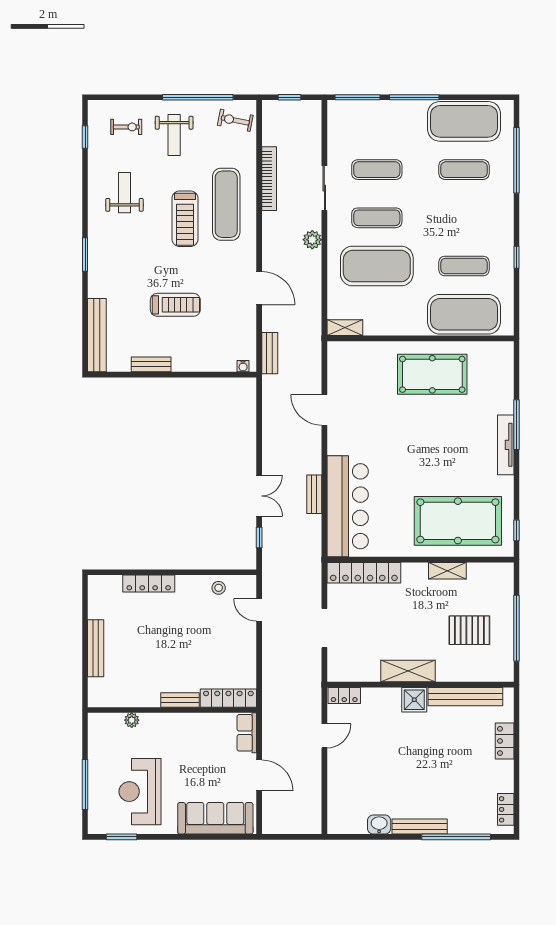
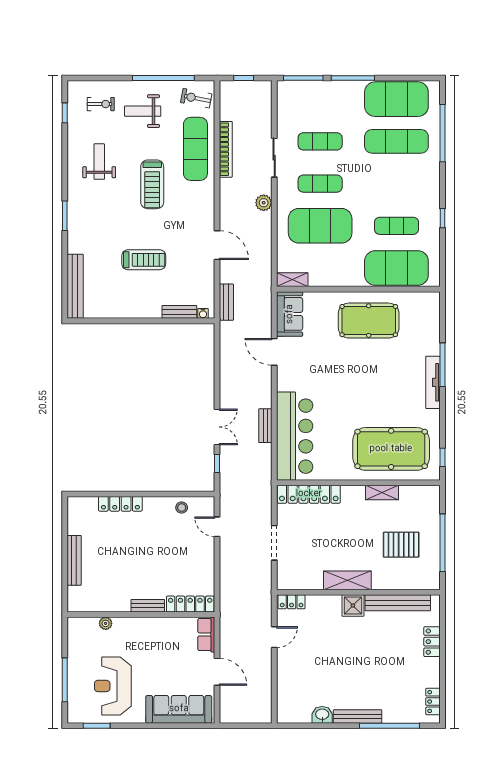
weight bench: (174, 135) -> (143, 111), turned 90
exercise mat: (464, 170) -> (396, 141), width x1.36, depth x1.45
exercise mat: (226, 204) -> (195, 149), moved
bench: (151, 364) -> (179, 312), moved
sofa: (342, 367) -> (290, 314), added

